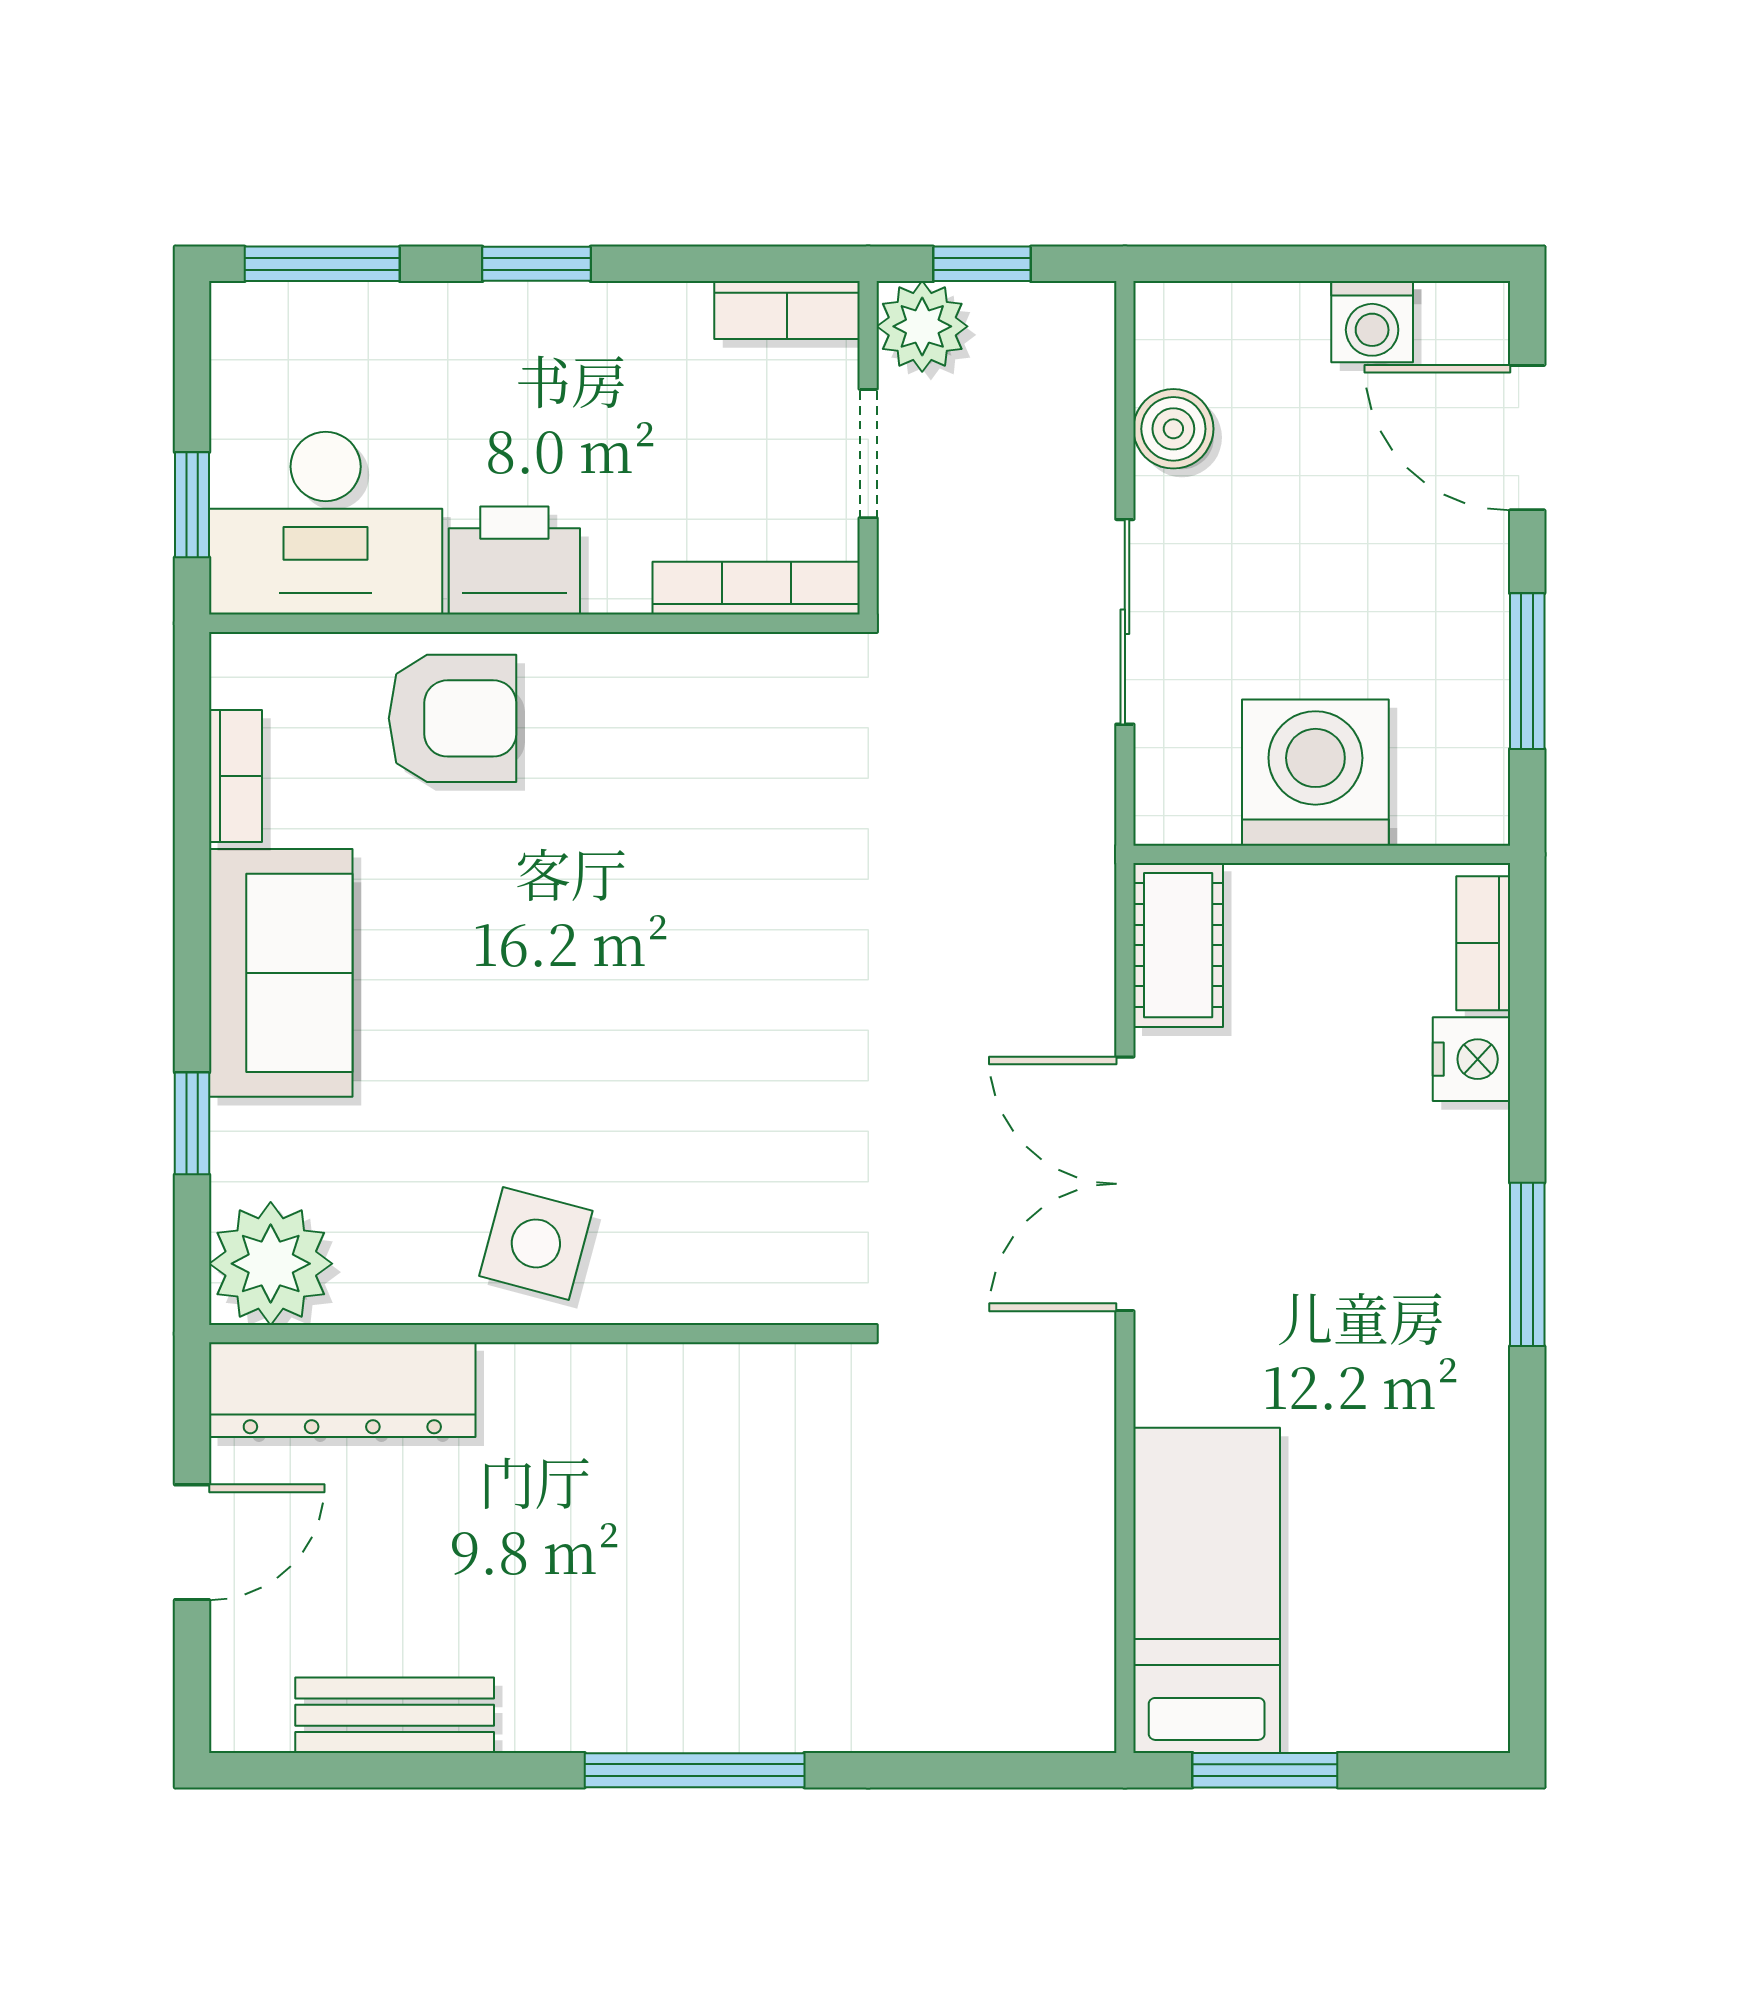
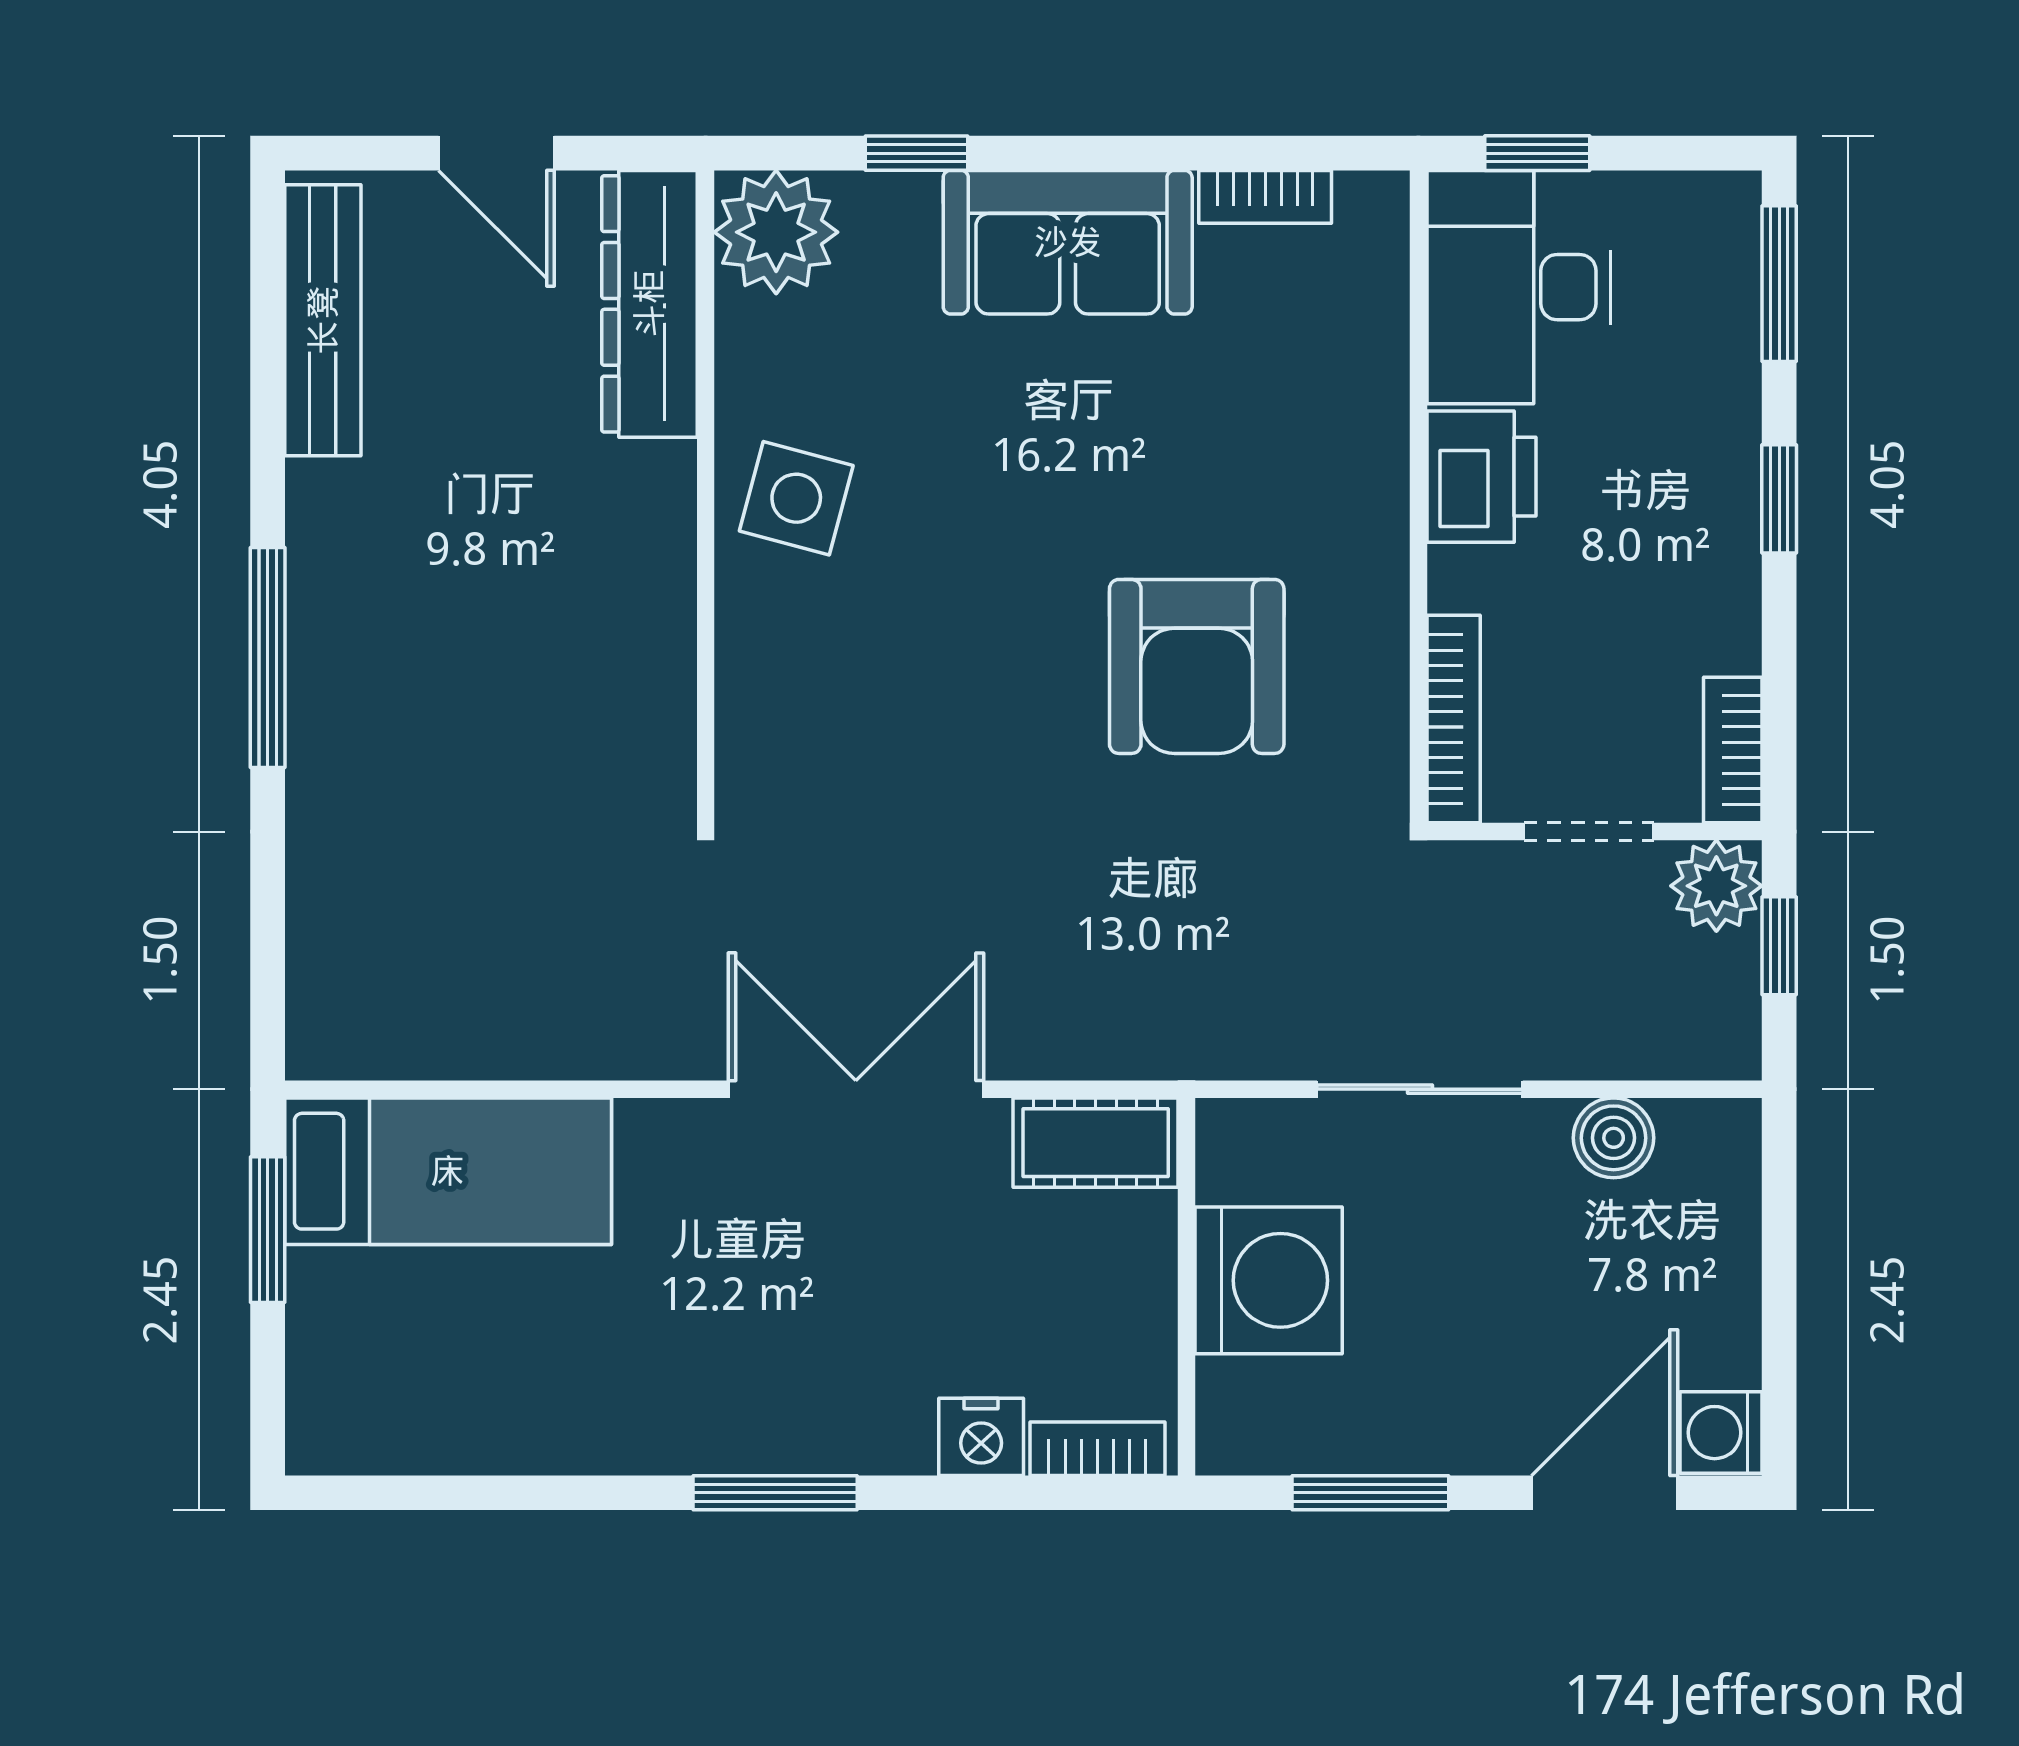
washing machine: (1372, 322) -> (1721, 1433), moved
armchair: (452, 718) -> (1197, 666), moved, width x1.36, depth x1.36
bench: (395, 1715) -> (323, 320), width x1.36

